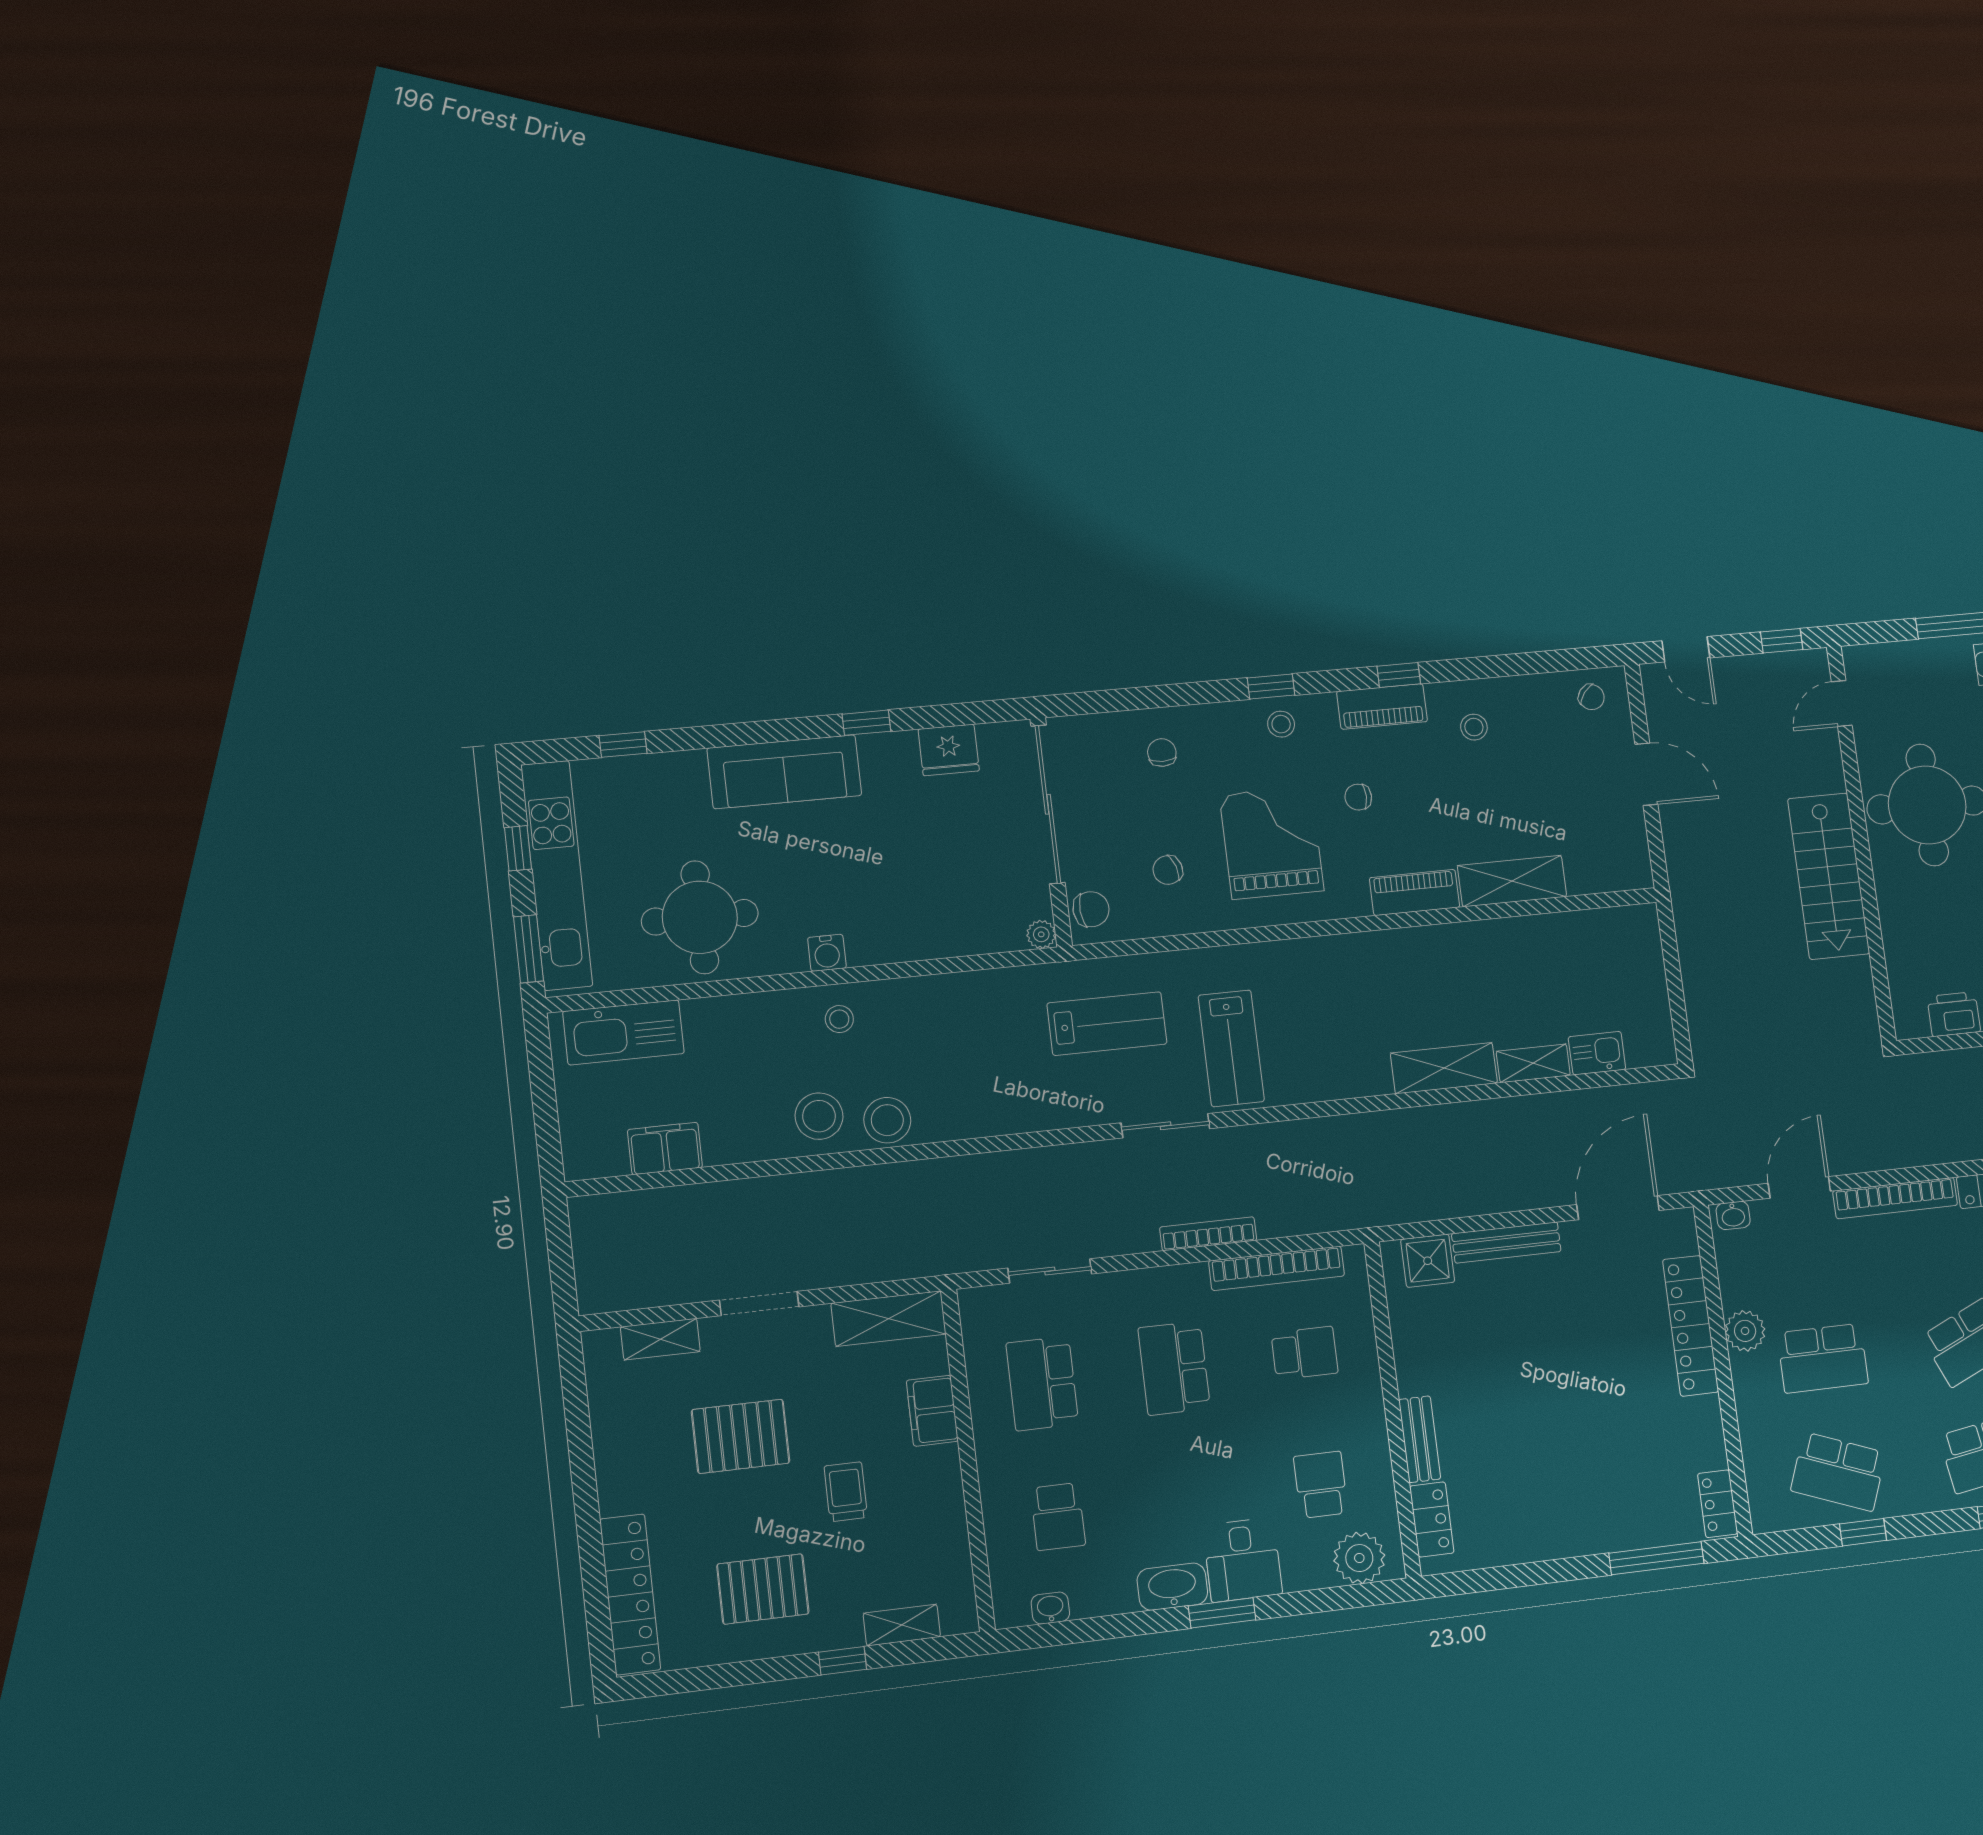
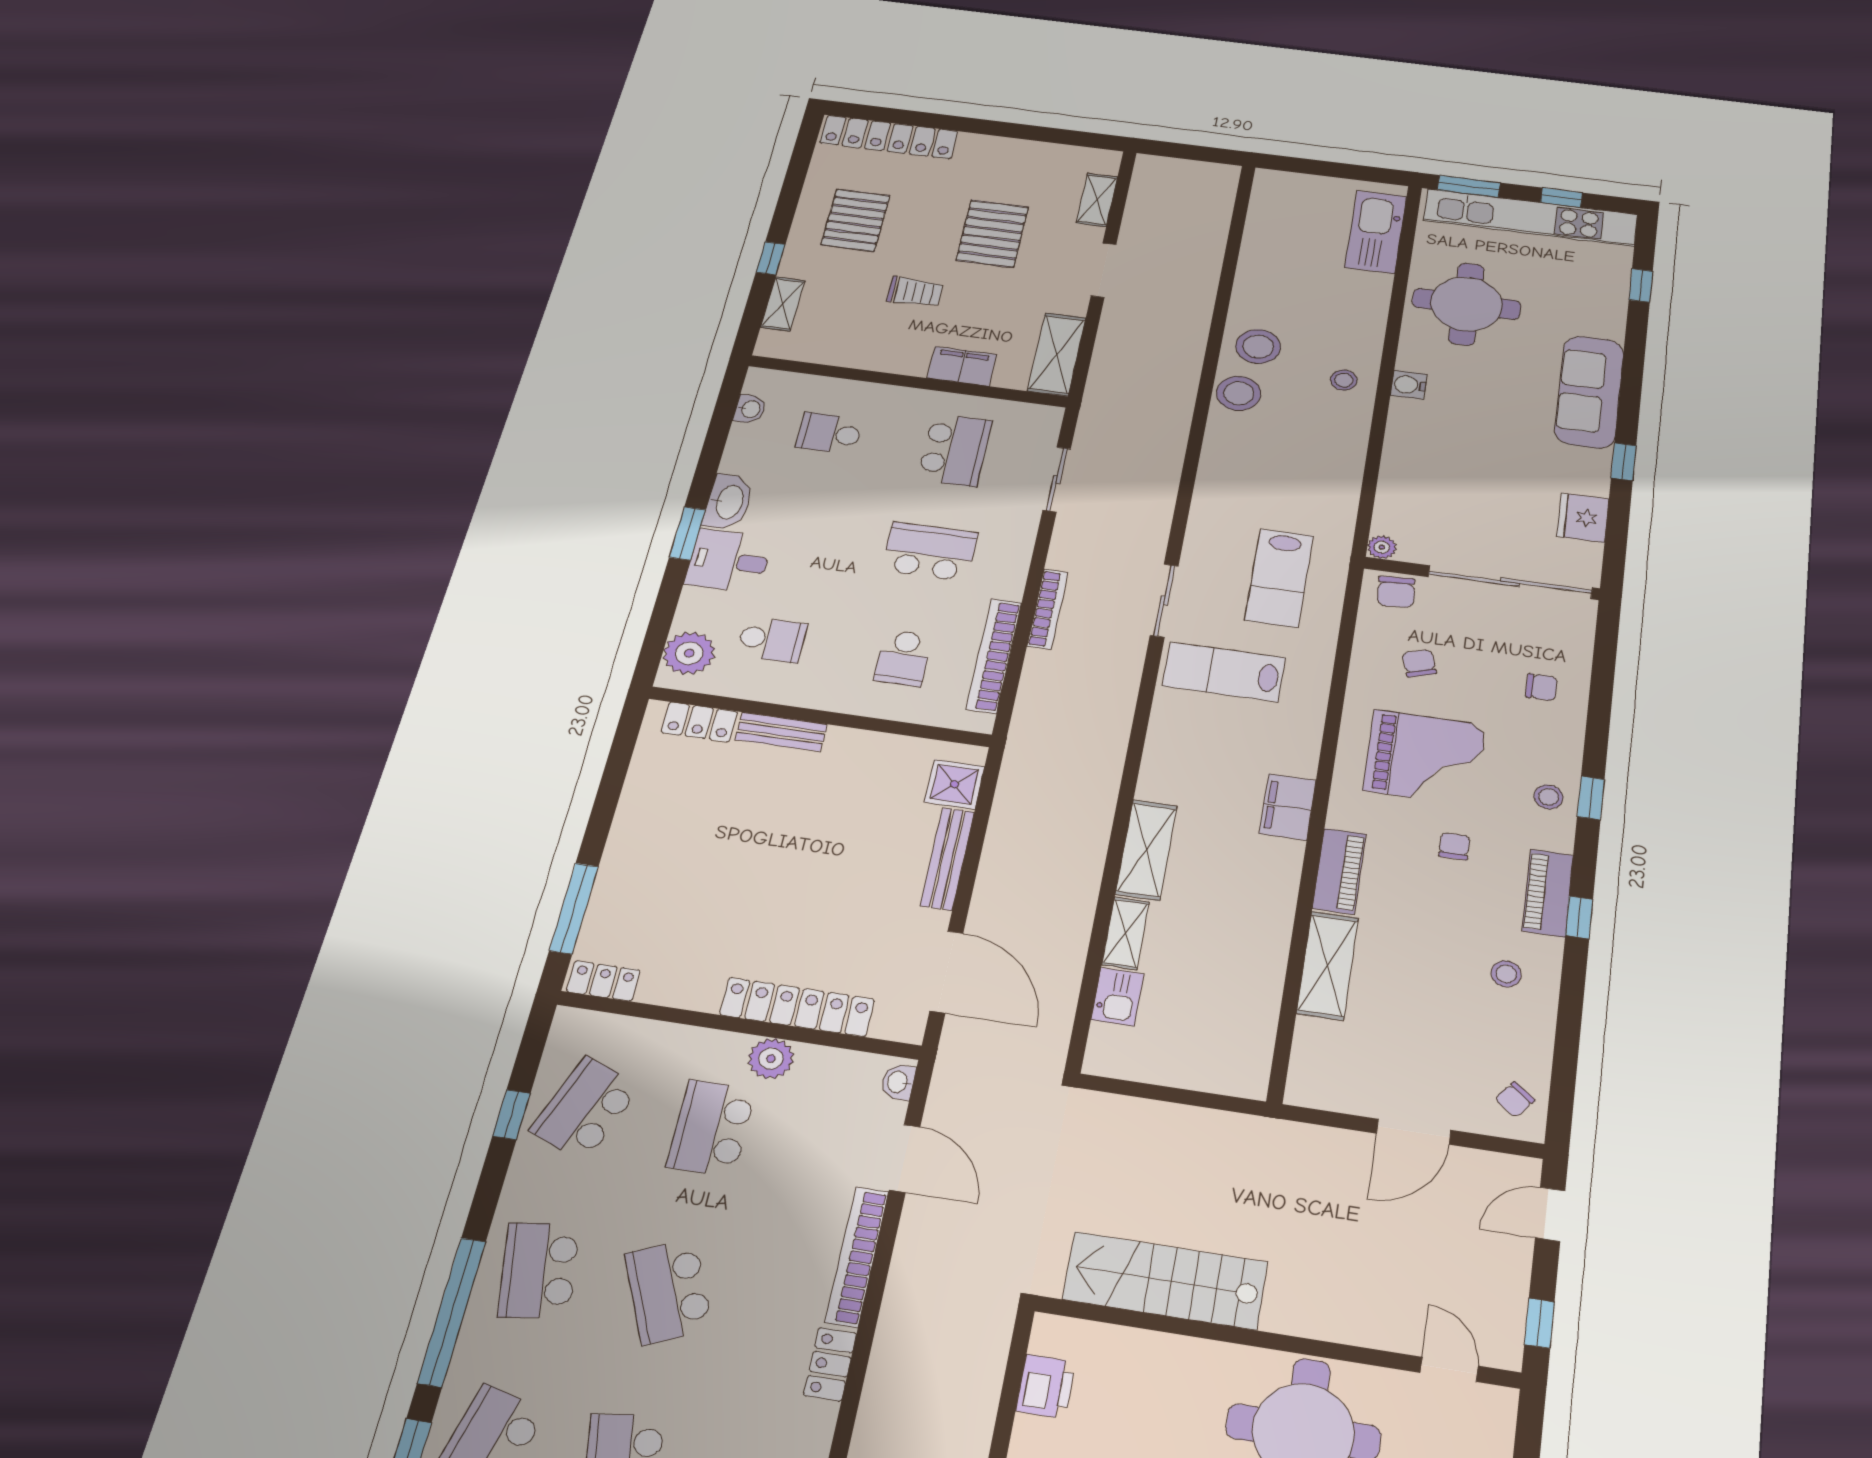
stairs: (1829, 876) -> (1165, 1280), moved
filing cabinet: (665, 1149) -> (1288, 807), moved, turned 180
school desk: (1042, 1383) -> (955, 450), turned 90

